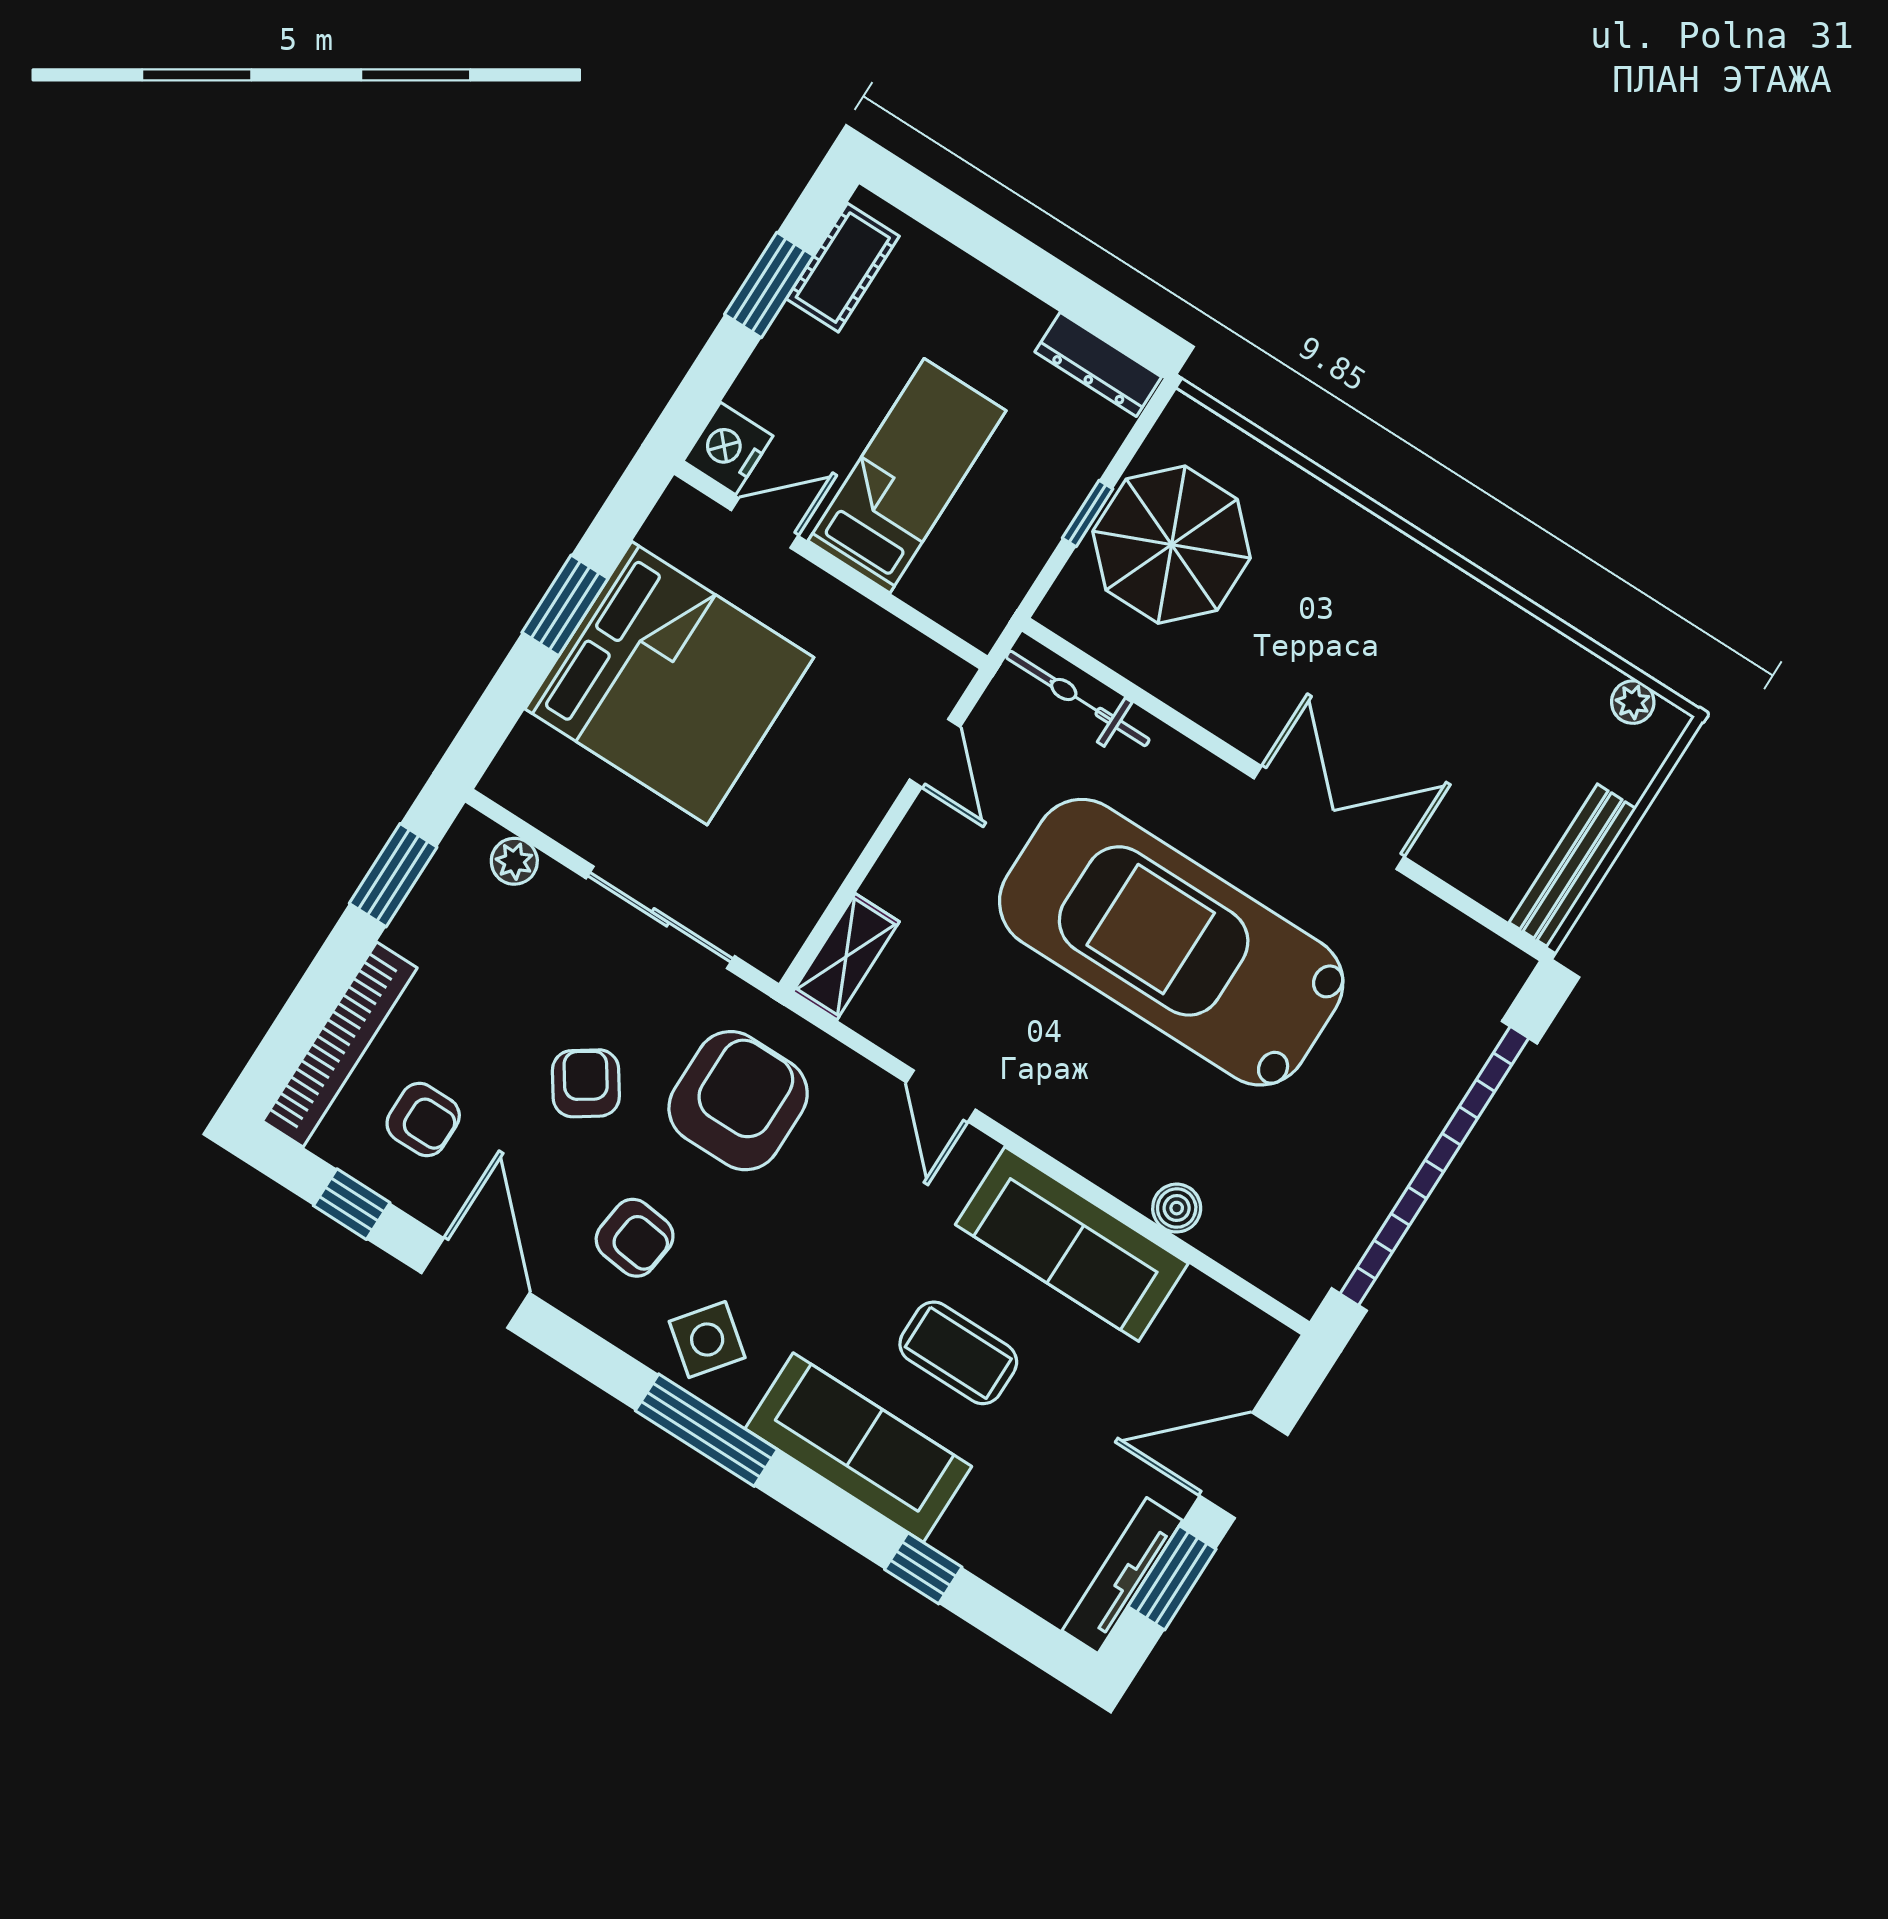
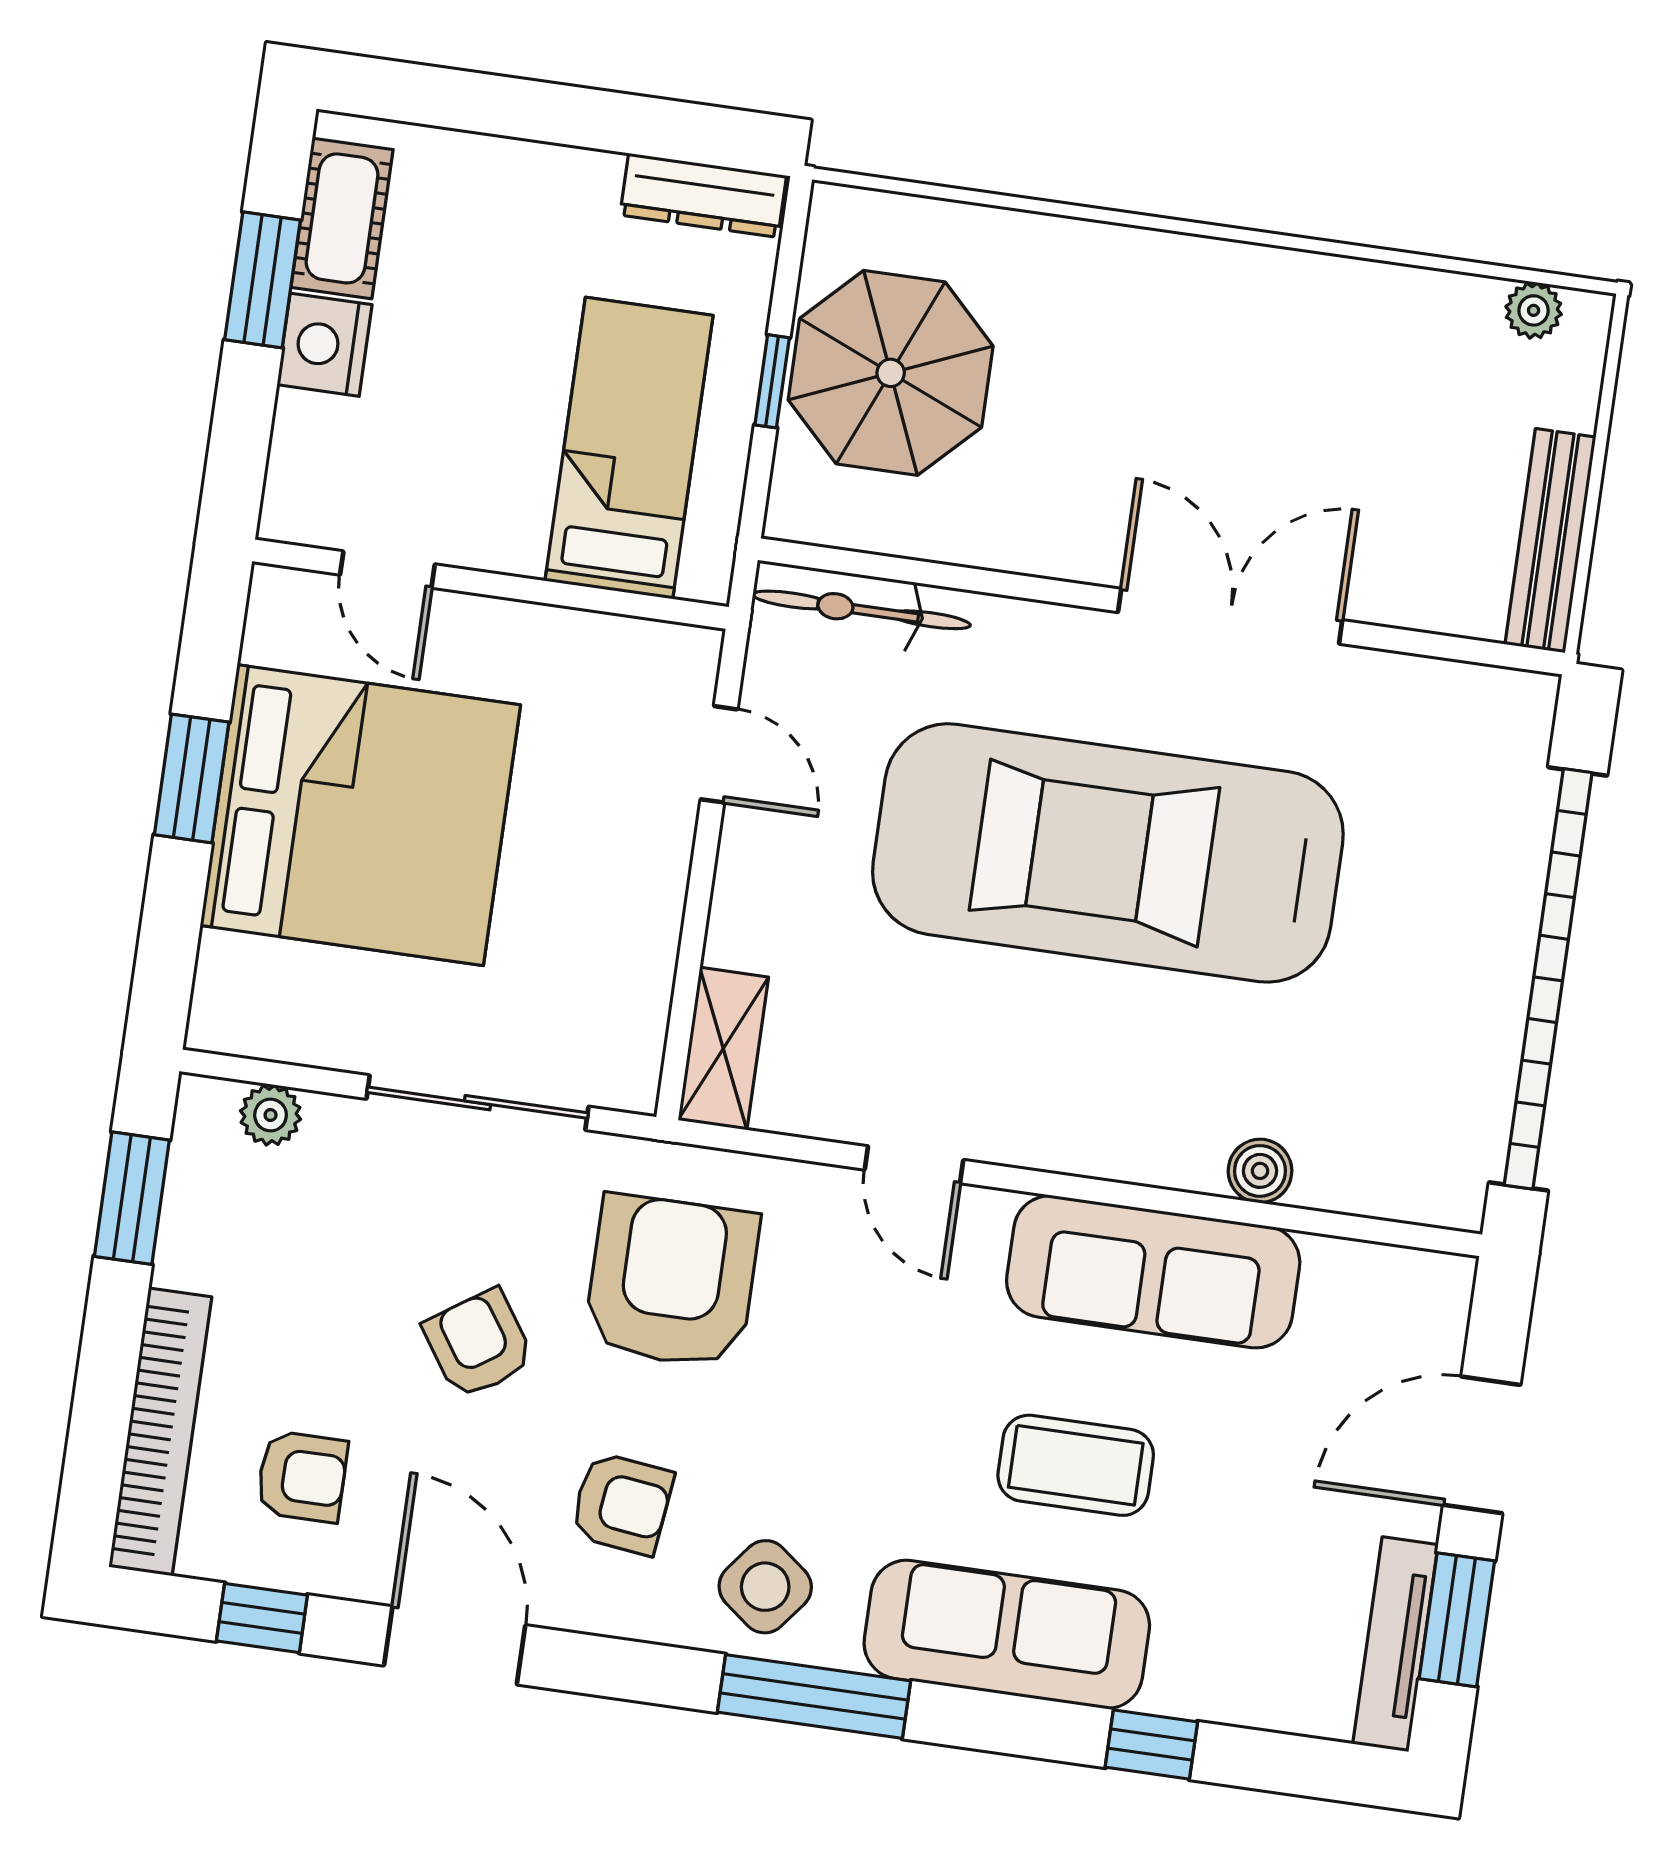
nightstand: (728, 449) -> (325, 345), moved
bed: (907, 476) -> (629, 448), moved
door: (765, 523) -> (387, 570), swing flipped

